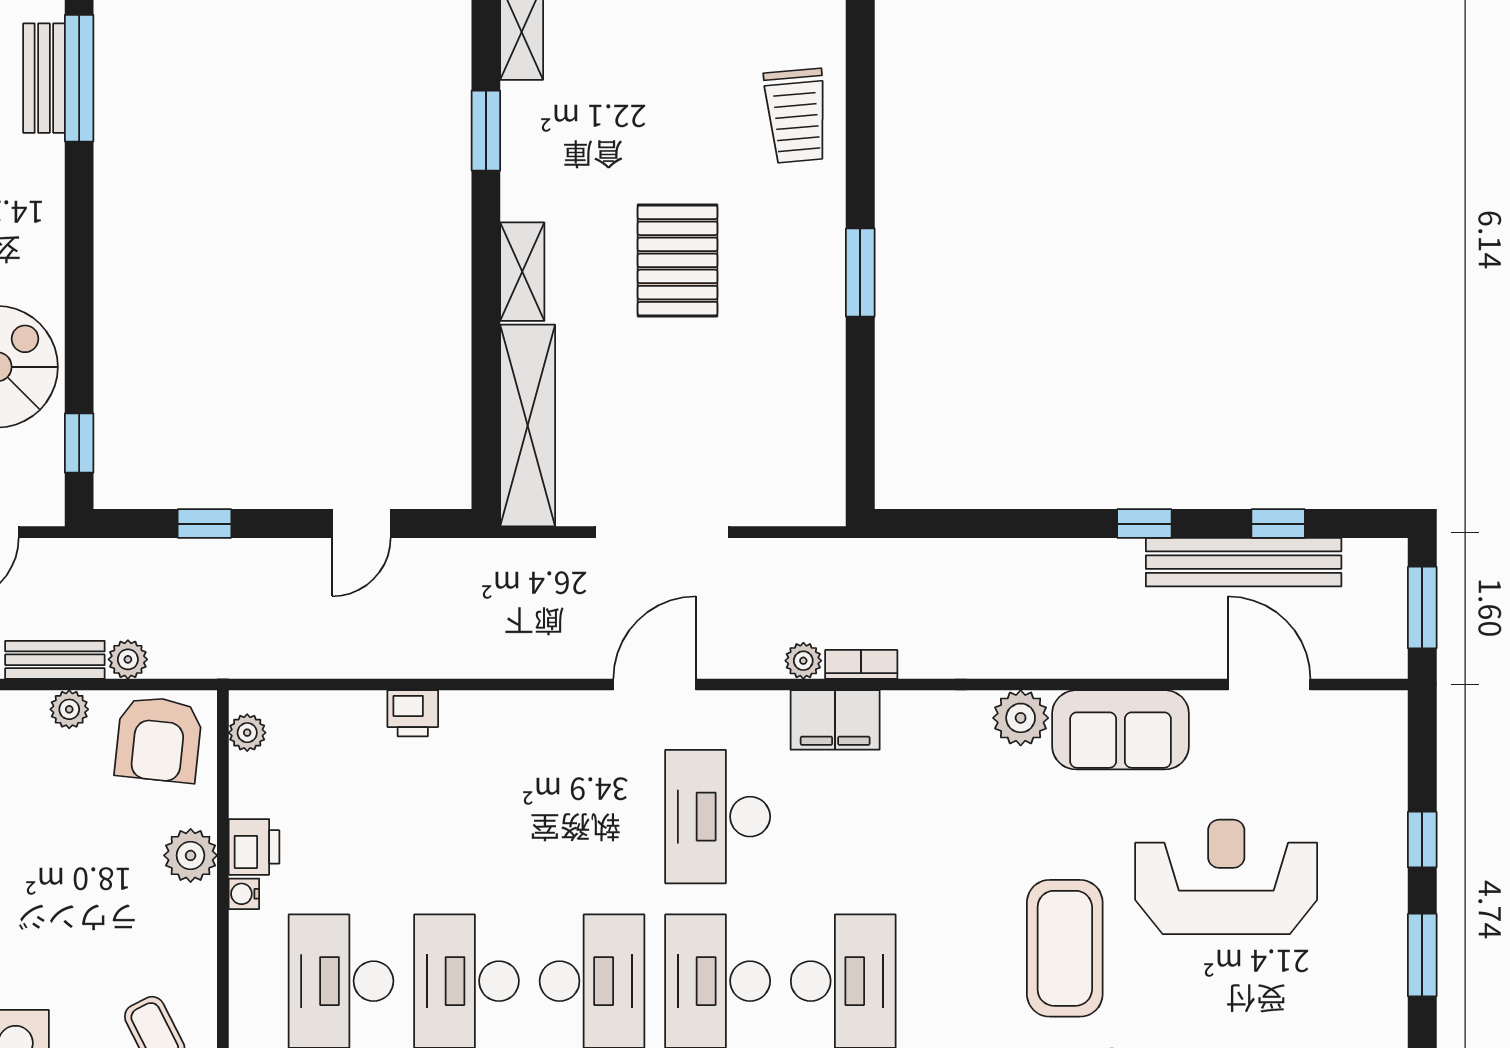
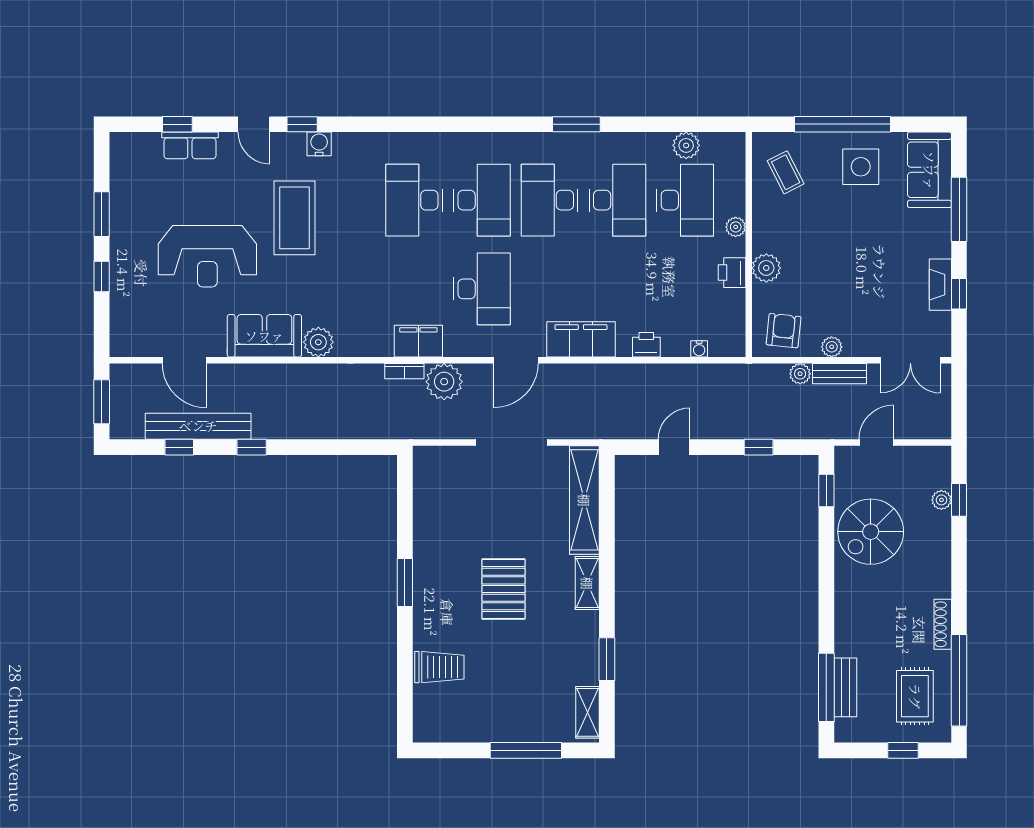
trolley: (796, 116) -> (439, 667), turned 95
plant: (803, 661) -> (444, 382), width x1.87, depth x1.87
filing cabinet: (534, 723) -> (581, 339), added
plant: (247, 733) -> (736, 227), moved
armchair: (159, 739) -> (784, 331), width x0.72, depth x0.72
water cooler: (244, 894) -> (699, 349), moved, turned 90

